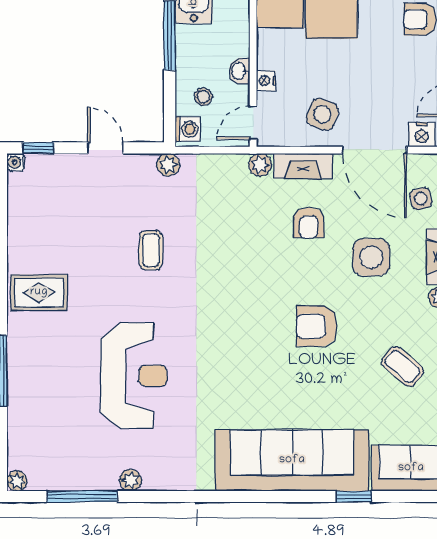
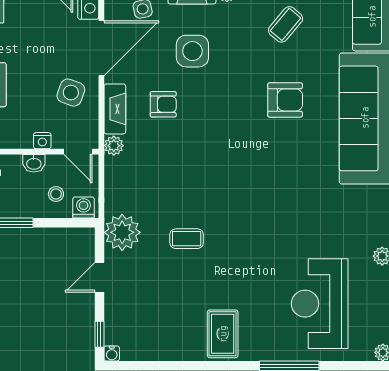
plant: (168, 165) -> (122, 232), width x1.88, depth x1.88
armchair: (317, 326) -> (285, 100), moved, turned -90
reception desk: (134, 376) -> (320, 304), moved, turned -90

